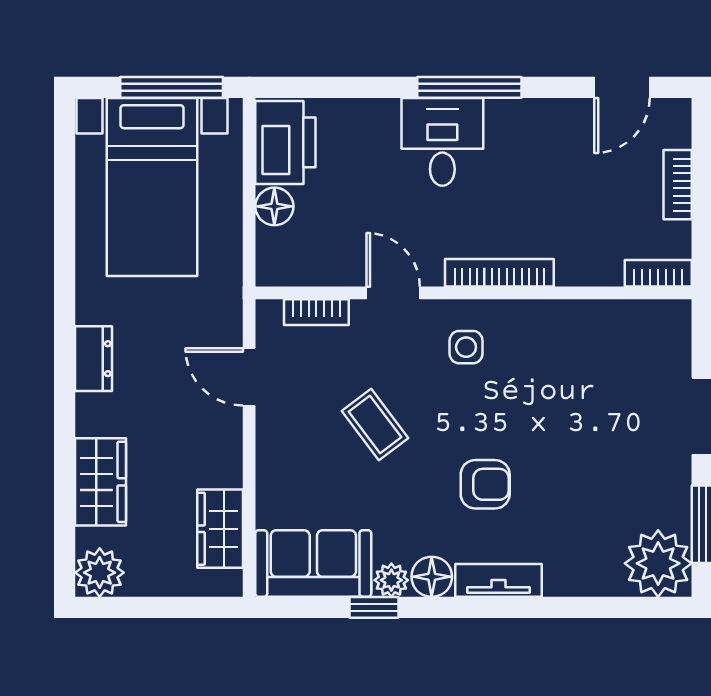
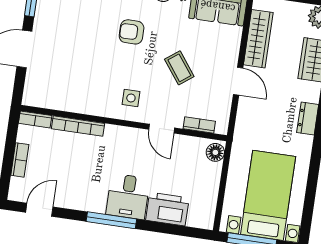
printer: (285, 142) -> (167, 209), moved, turned 90
floor lamp: (274, 206) -> (215, 152), moved
bookcase: (499, 273) -> (78, 126), moved
door: (249, 377) -> (238, 81), moved
wardrobe: (220, 529) -> (258, 39), width x1.50

